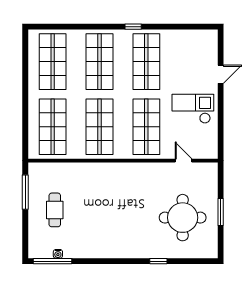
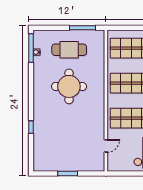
cafe table: (55, 210) -> (69, 50), width x1.37, depth x1.35
round table: (183, 218) -> (69, 86), moved

